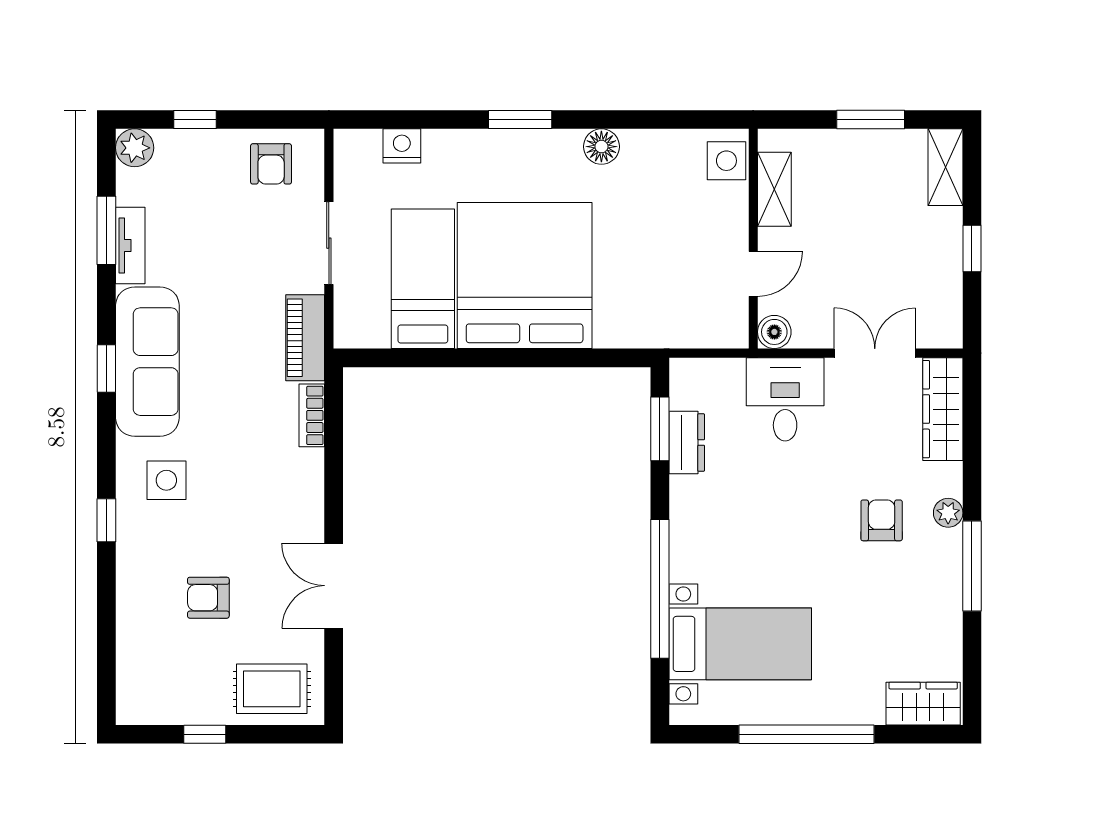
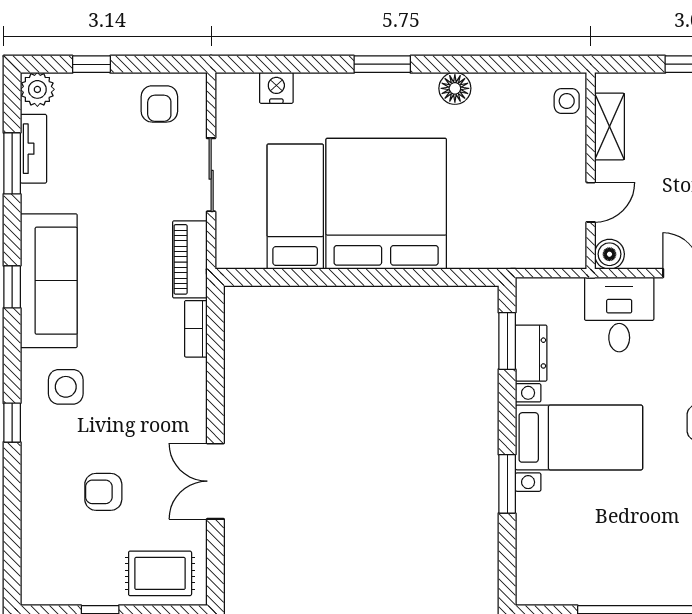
side table: (726, 161) -> (567, 101), width x0.73, depth x0.73
tv unit: (130, 246) -> (33, 149), moved
window: (660, 589) -> (507, 484), width x0.47
bed with nightstands: (740, 644) -> (579, 437), moved

